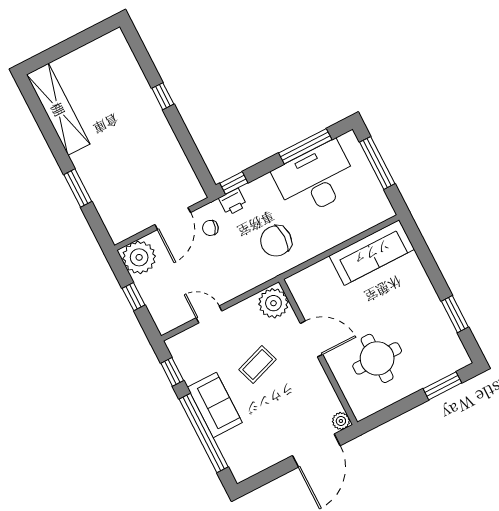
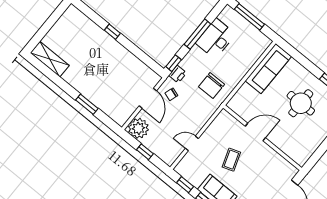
shelving: (58, 109) -> (50, 59), width x0.68
window: (305, 146) -> (197, 34), moved
desk: (316, 179) -> (216, 39), width x0.73, depth x0.77
plant: (273, 303) -> (225, 121), removed
round table: (377, 358) -> (301, 103), moved
plant: (341, 421) -> (292, 171), removed

